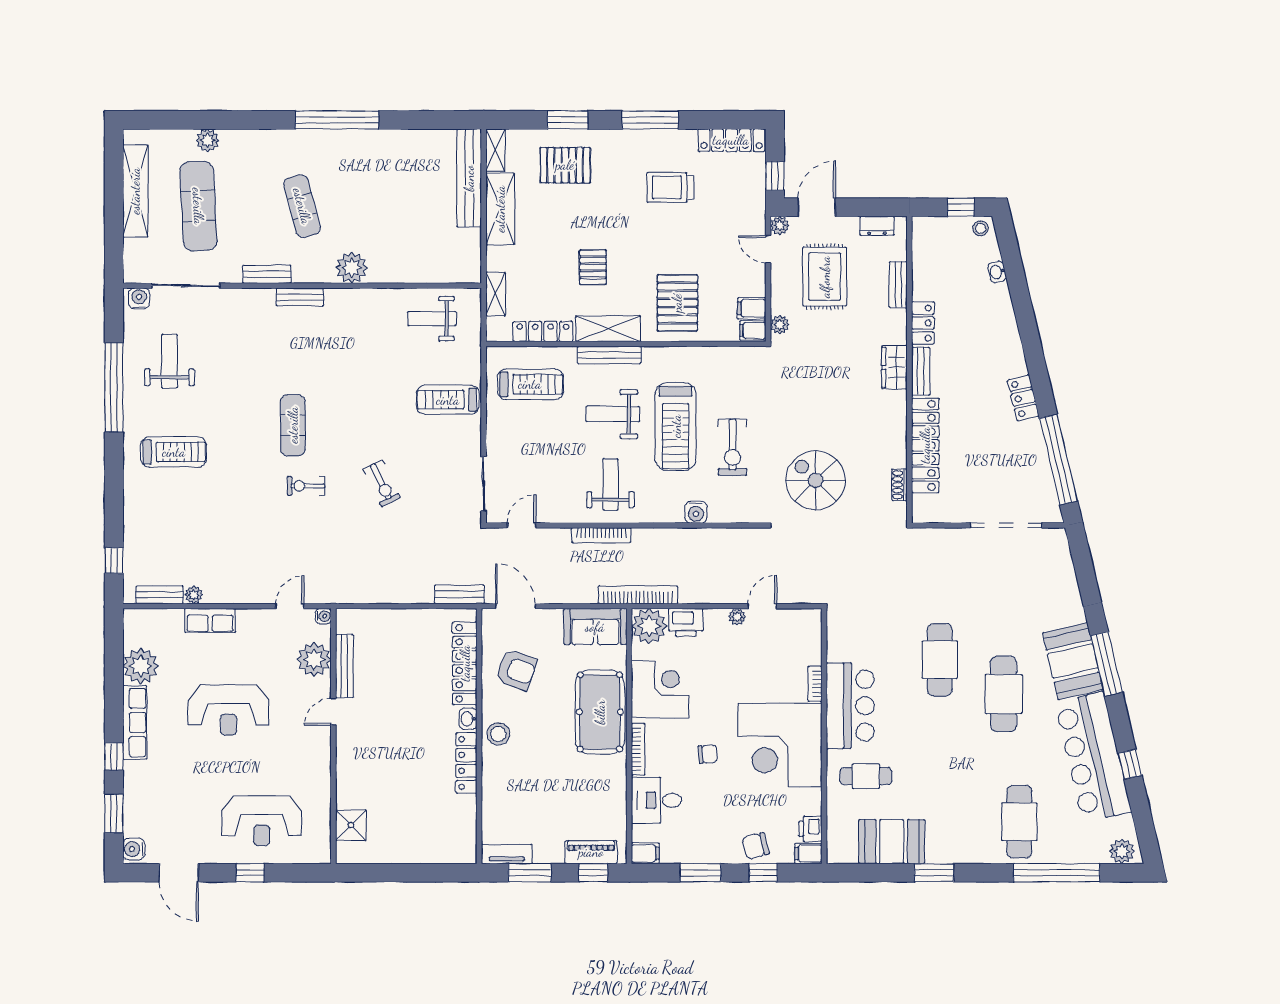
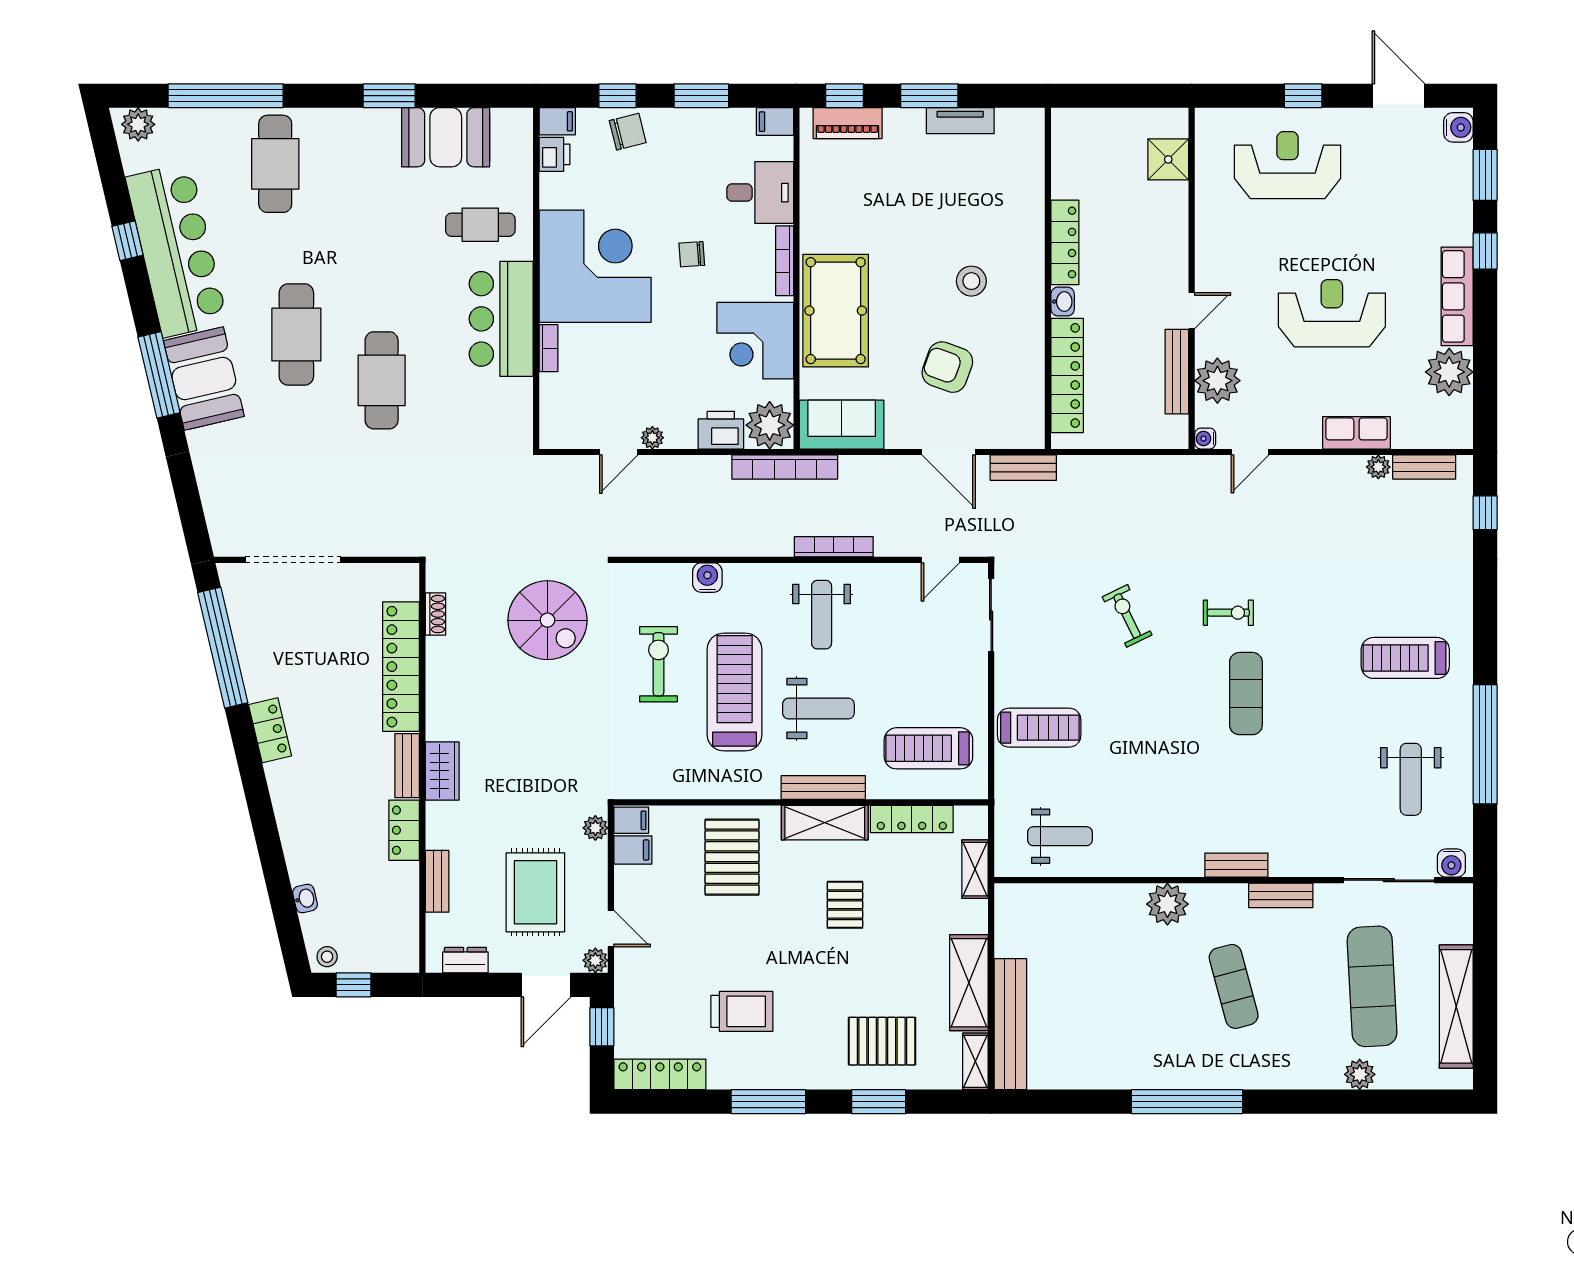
locker: (465, 663) -> (1067, 375), moved
washbasin: (468, 719) -> (1063, 302), moved
wall: (479, 736) -> (1048, 278), moved
locker: (466, 763) -> (1065, 242), moved

